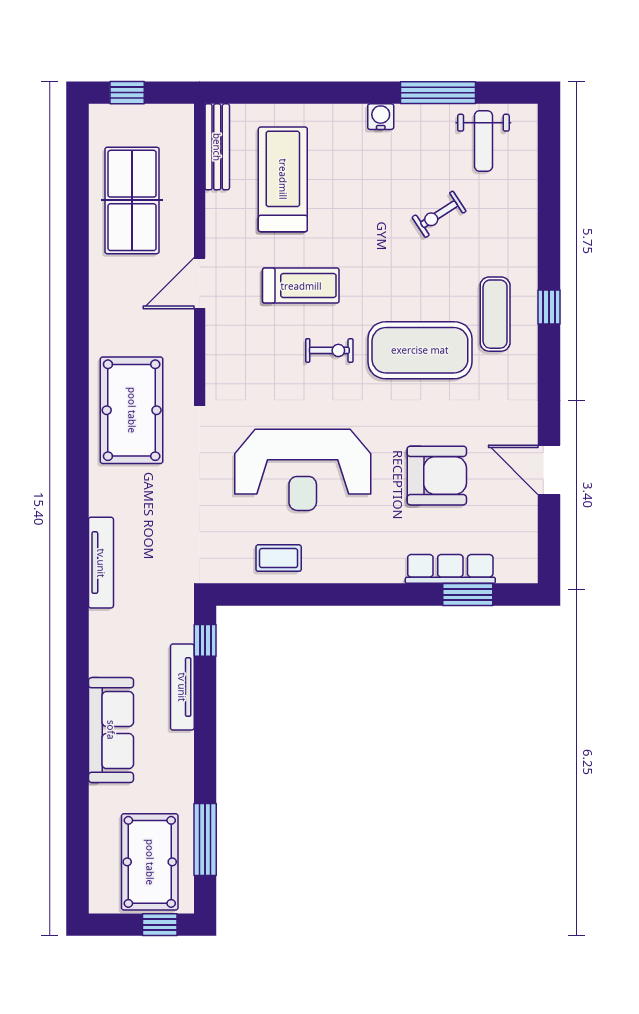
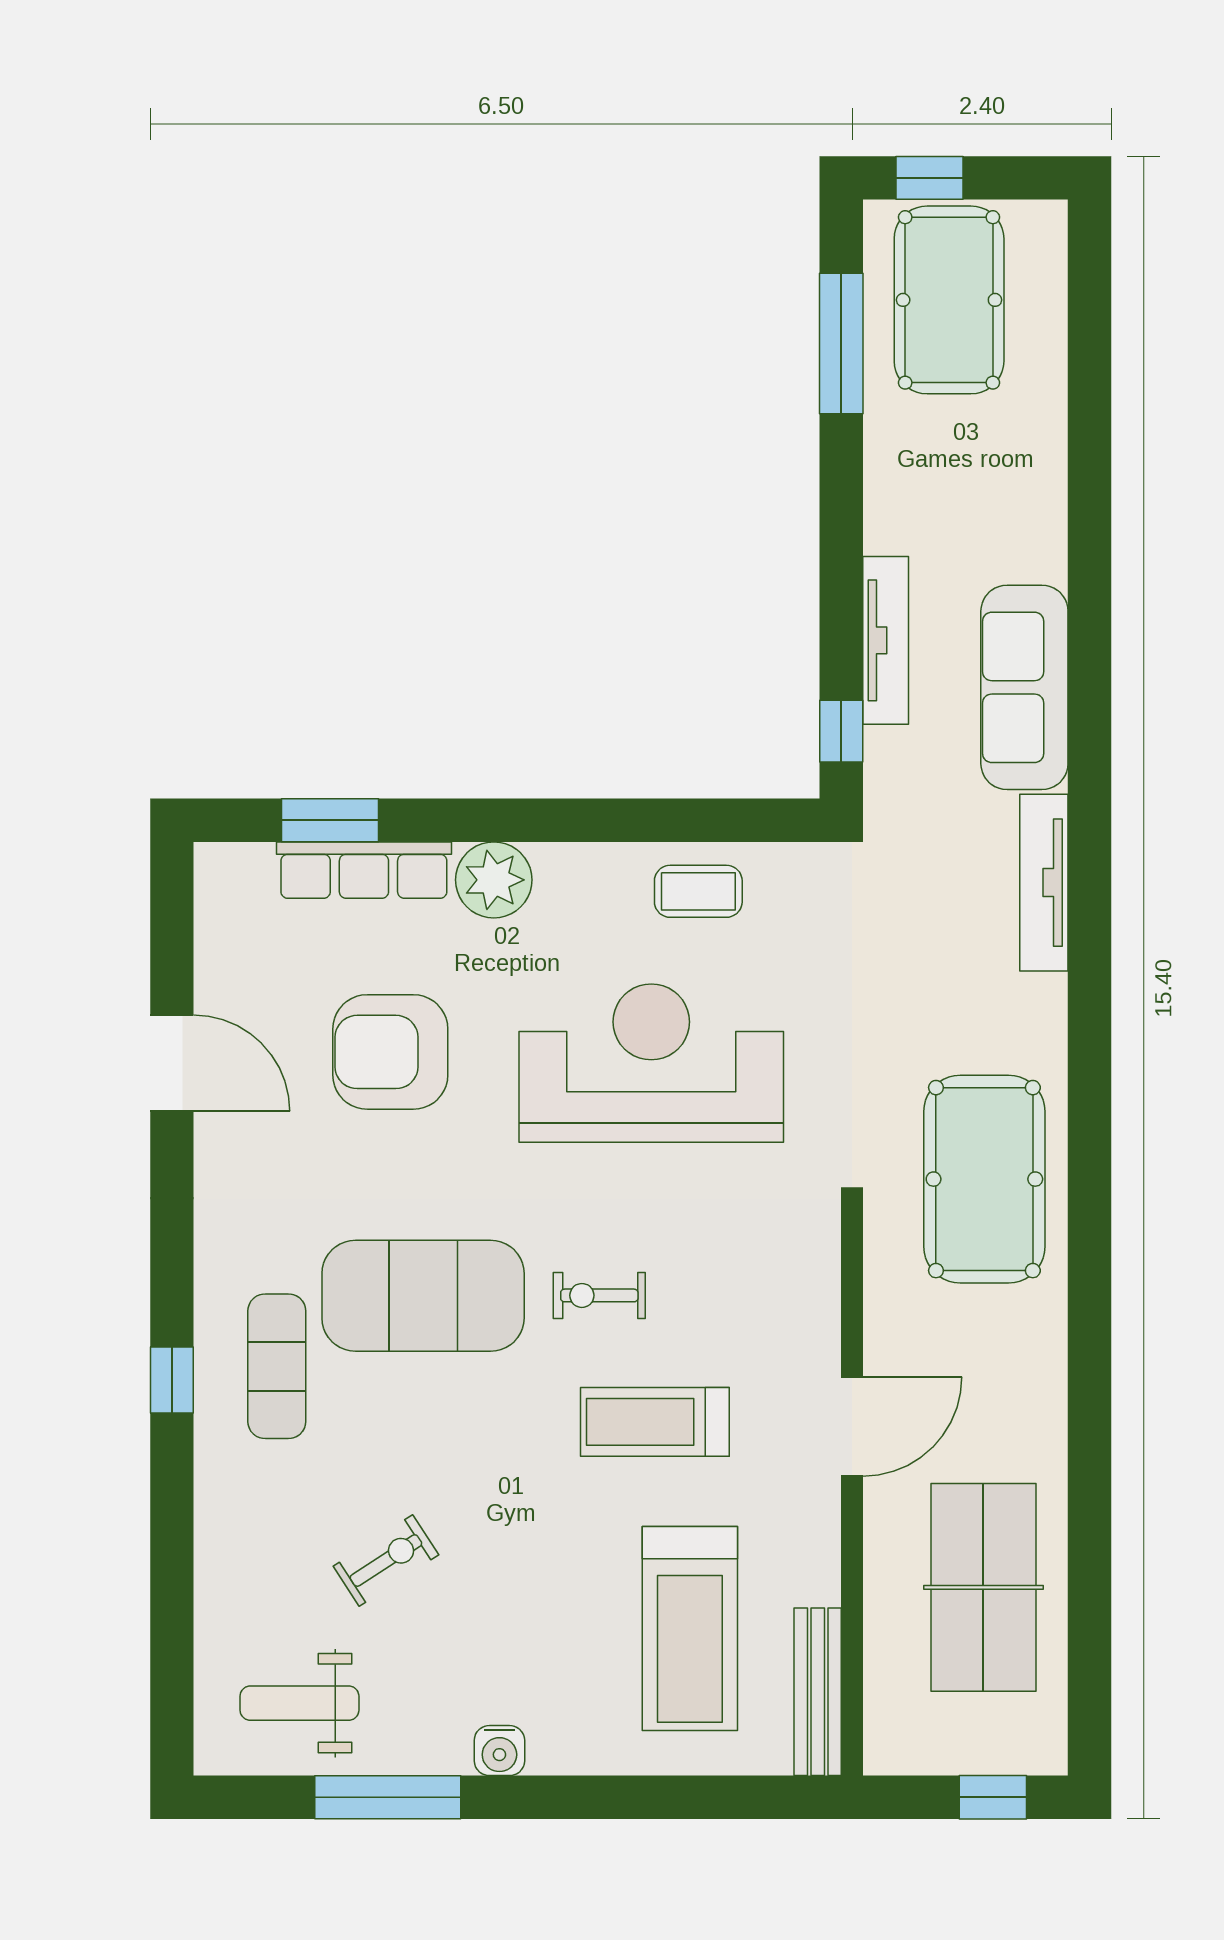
weight bench: (483, 141) -> (299, 1703), turned -90
plant: (384, 564) -> (494, 880), added
sofa: (111, 730) -> (1024, 687), moved

